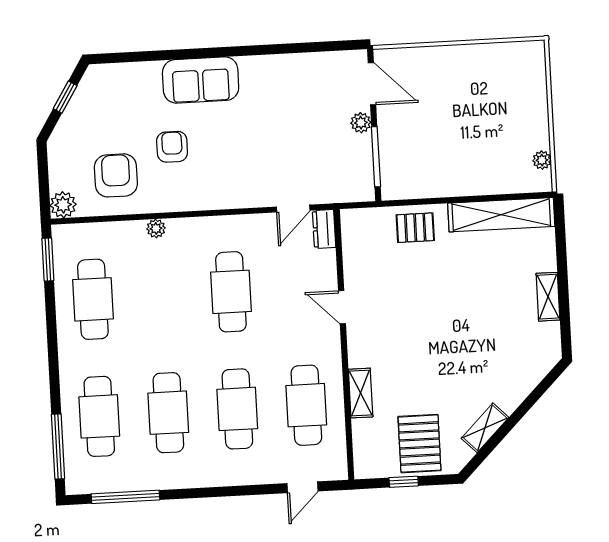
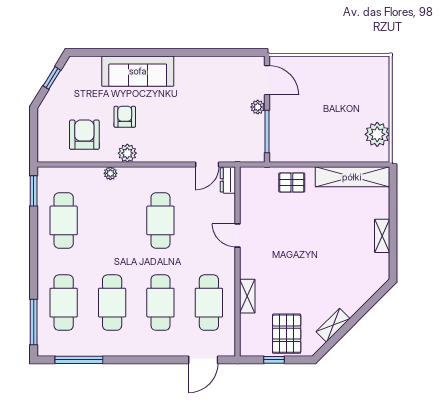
sofa: (201, 80) -> (138, 71), width x1.36
plant: (542, 160) -> (377, 134), width x1.88, depth x1.88
plant: (63, 205) -> (127, 153), moved
door: (302, 487) -> (203, 360), width x1.38

